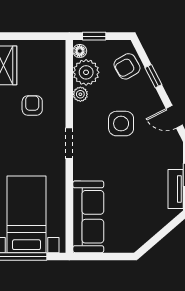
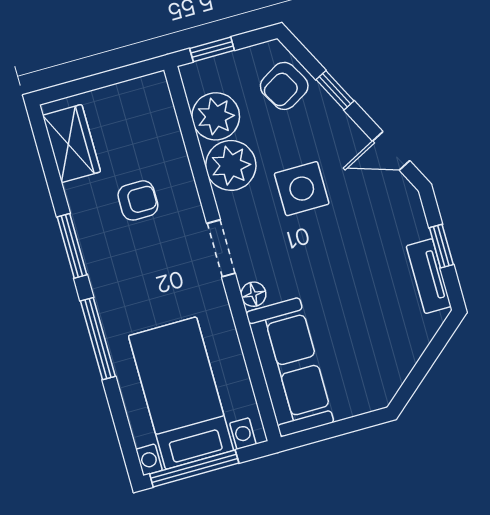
floor lamp: (80, 51) -> (253, 294), moved
plant: (80, 94) -> (231, 165), width x1.87, depth x1.87
armchair: (32, 106) -> (138, 200), turned 90

